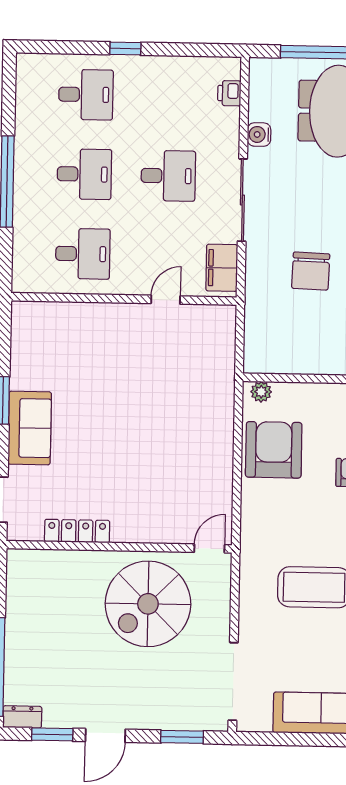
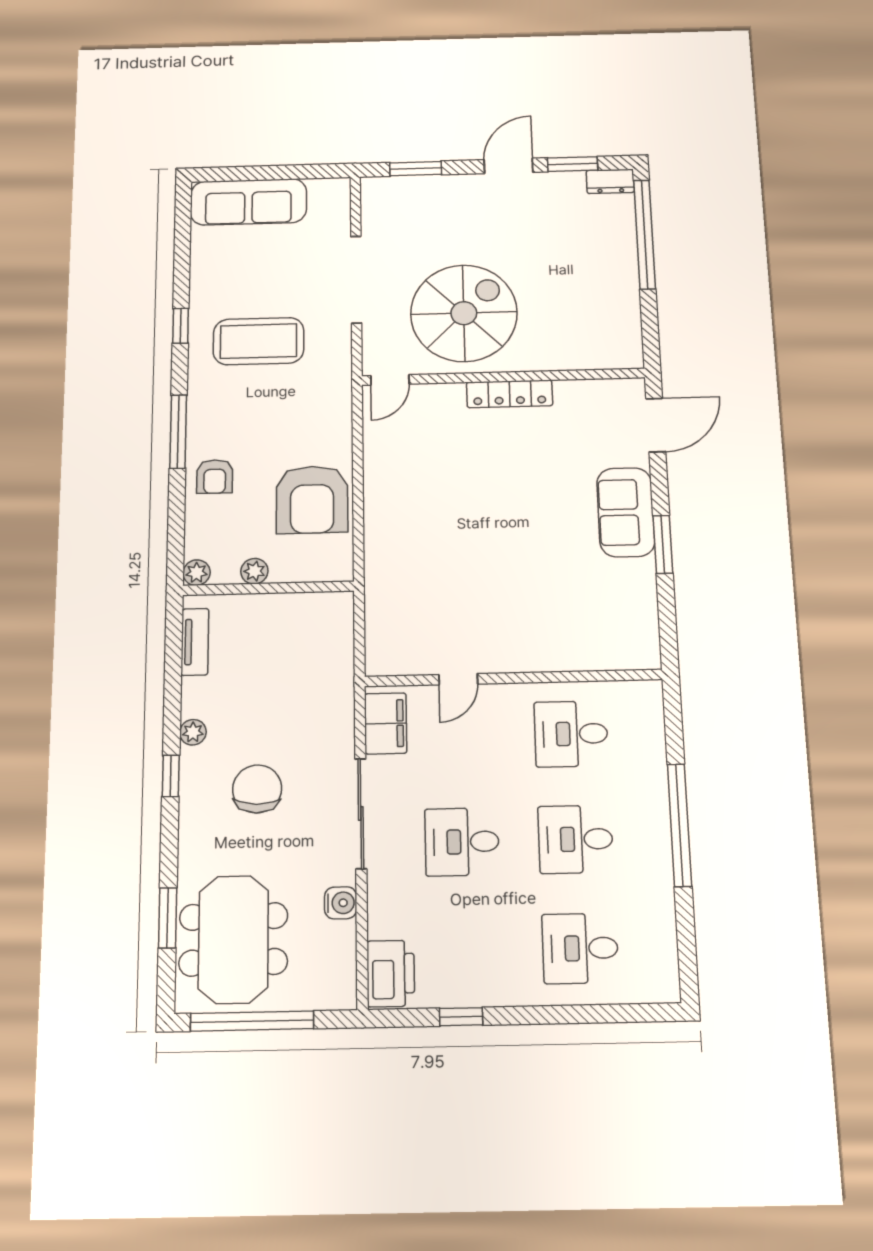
window: (125, 49) -> (461, 1017), moved
printer: (229, 93) -> (391, 973), width x1.87, depth x1.48
chair: (311, 271) -> (257, 789), moved
plant: (261, 392) -> (254, 571), moved
locker: (77, 531) -> (510, 394), moved
doorway: (233, 681) -> (356, 280), moved

